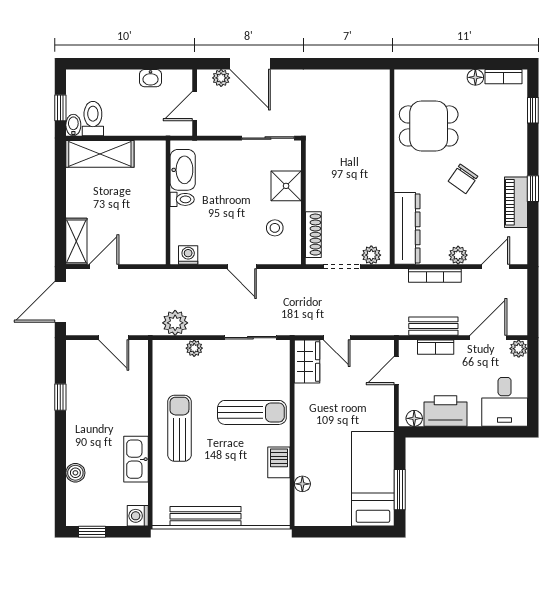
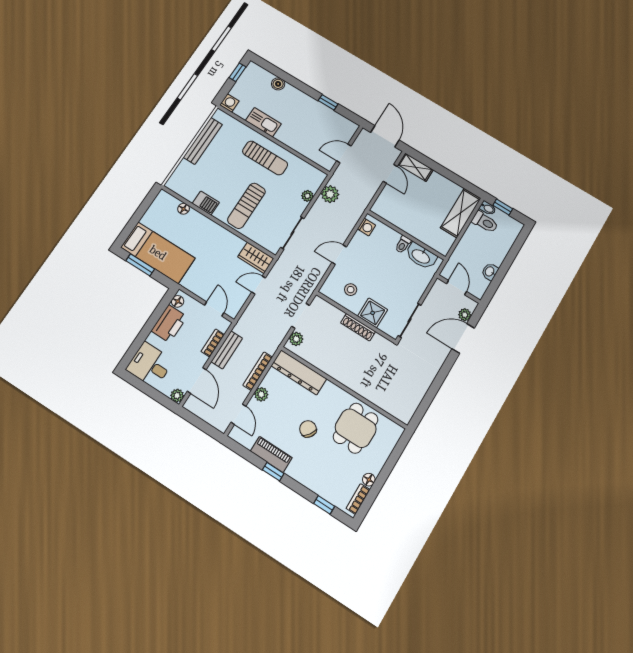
shoe rack: (313, 235) -> (358, 327), moved

